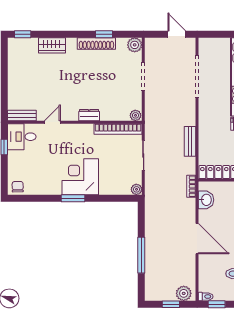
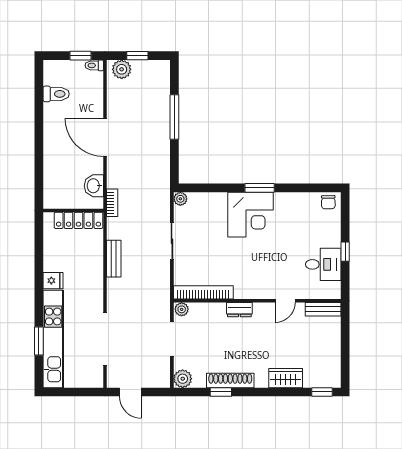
bench: (22, 115) -> (323, 309), moved
dresser: (89, 115) -> (239, 310), moved
plant: (135, 115) -> (182, 309), moved
door: (52, 122) -> (285, 301), moved
wall: (75, 122) -> (257, 301), moved
bookcase: (118, 129) -> (203, 292), moved

